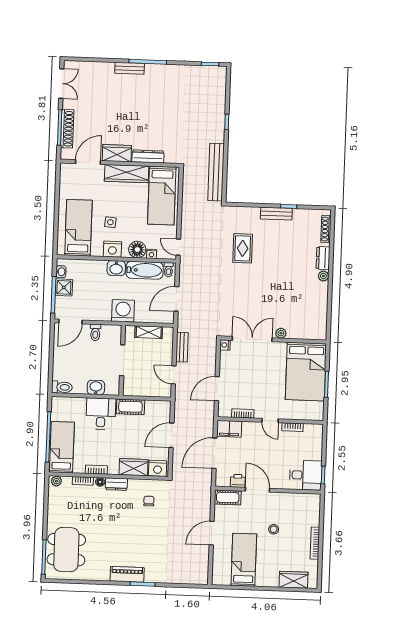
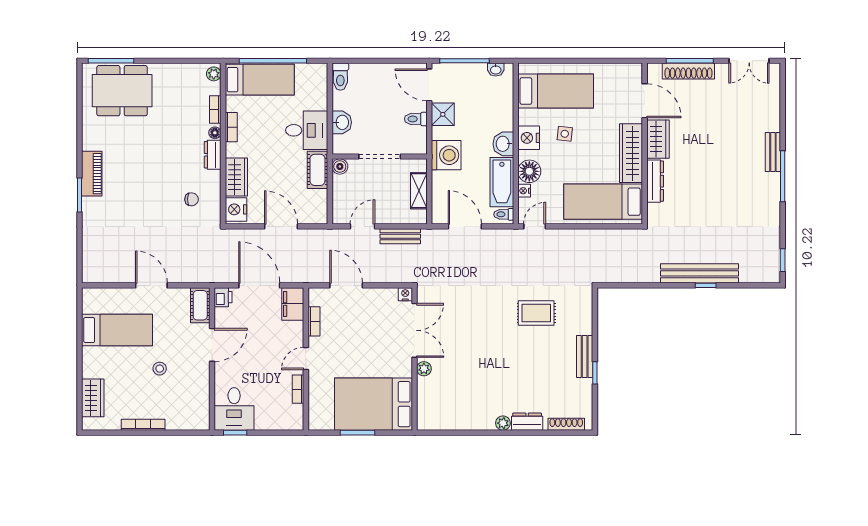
bench: (216, 172) -> (699, 273), moved
shower: (64, 287) -> (443, 114), moved
boiler: (129, 390) -> (340, 166), added
printer: (238, 481) -> (223, 297), moved

